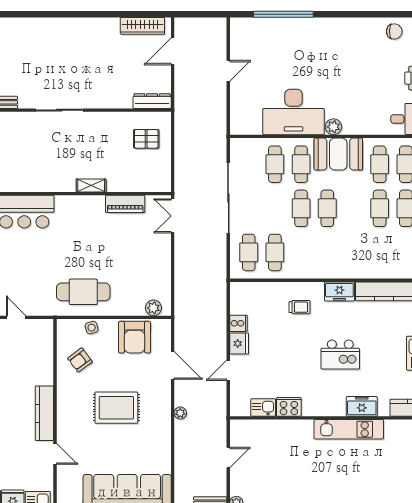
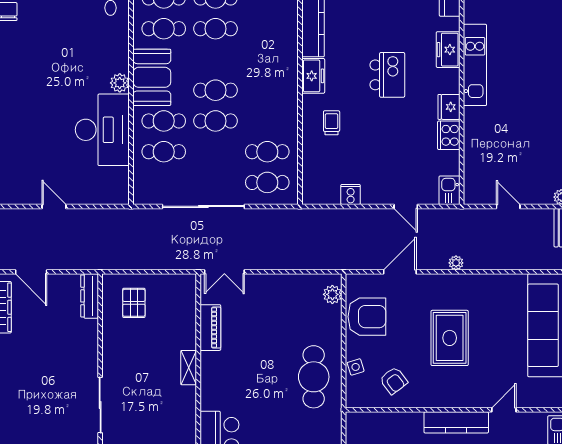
fridge: (239, 344) -> (449, 107), moved, turned -90
kitchen sink: (263, 407) -> (449, 190), moved

